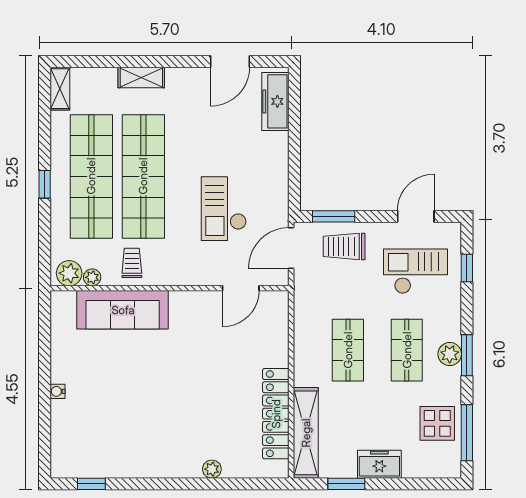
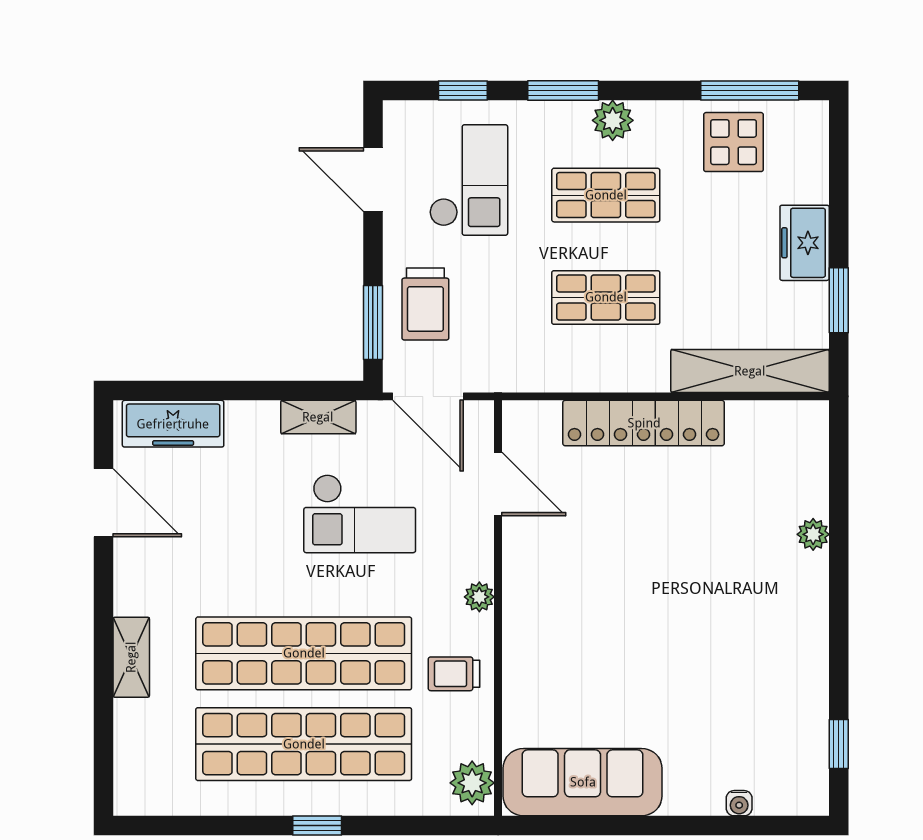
shelving: (60, 89) -> (318, 417), moved
checkout: (415, 271) -> (469, 180), turned 180
plant: (92, 277) -> (479, 597), moved
sofa: (123, 310) -> (583, 782), moved, turned -90
window: (467, 355) -> (563, 90), moved
water cooler: (57, 391) -> (739, 803), moved
locker: (276, 414) -> (644, 423), moved

